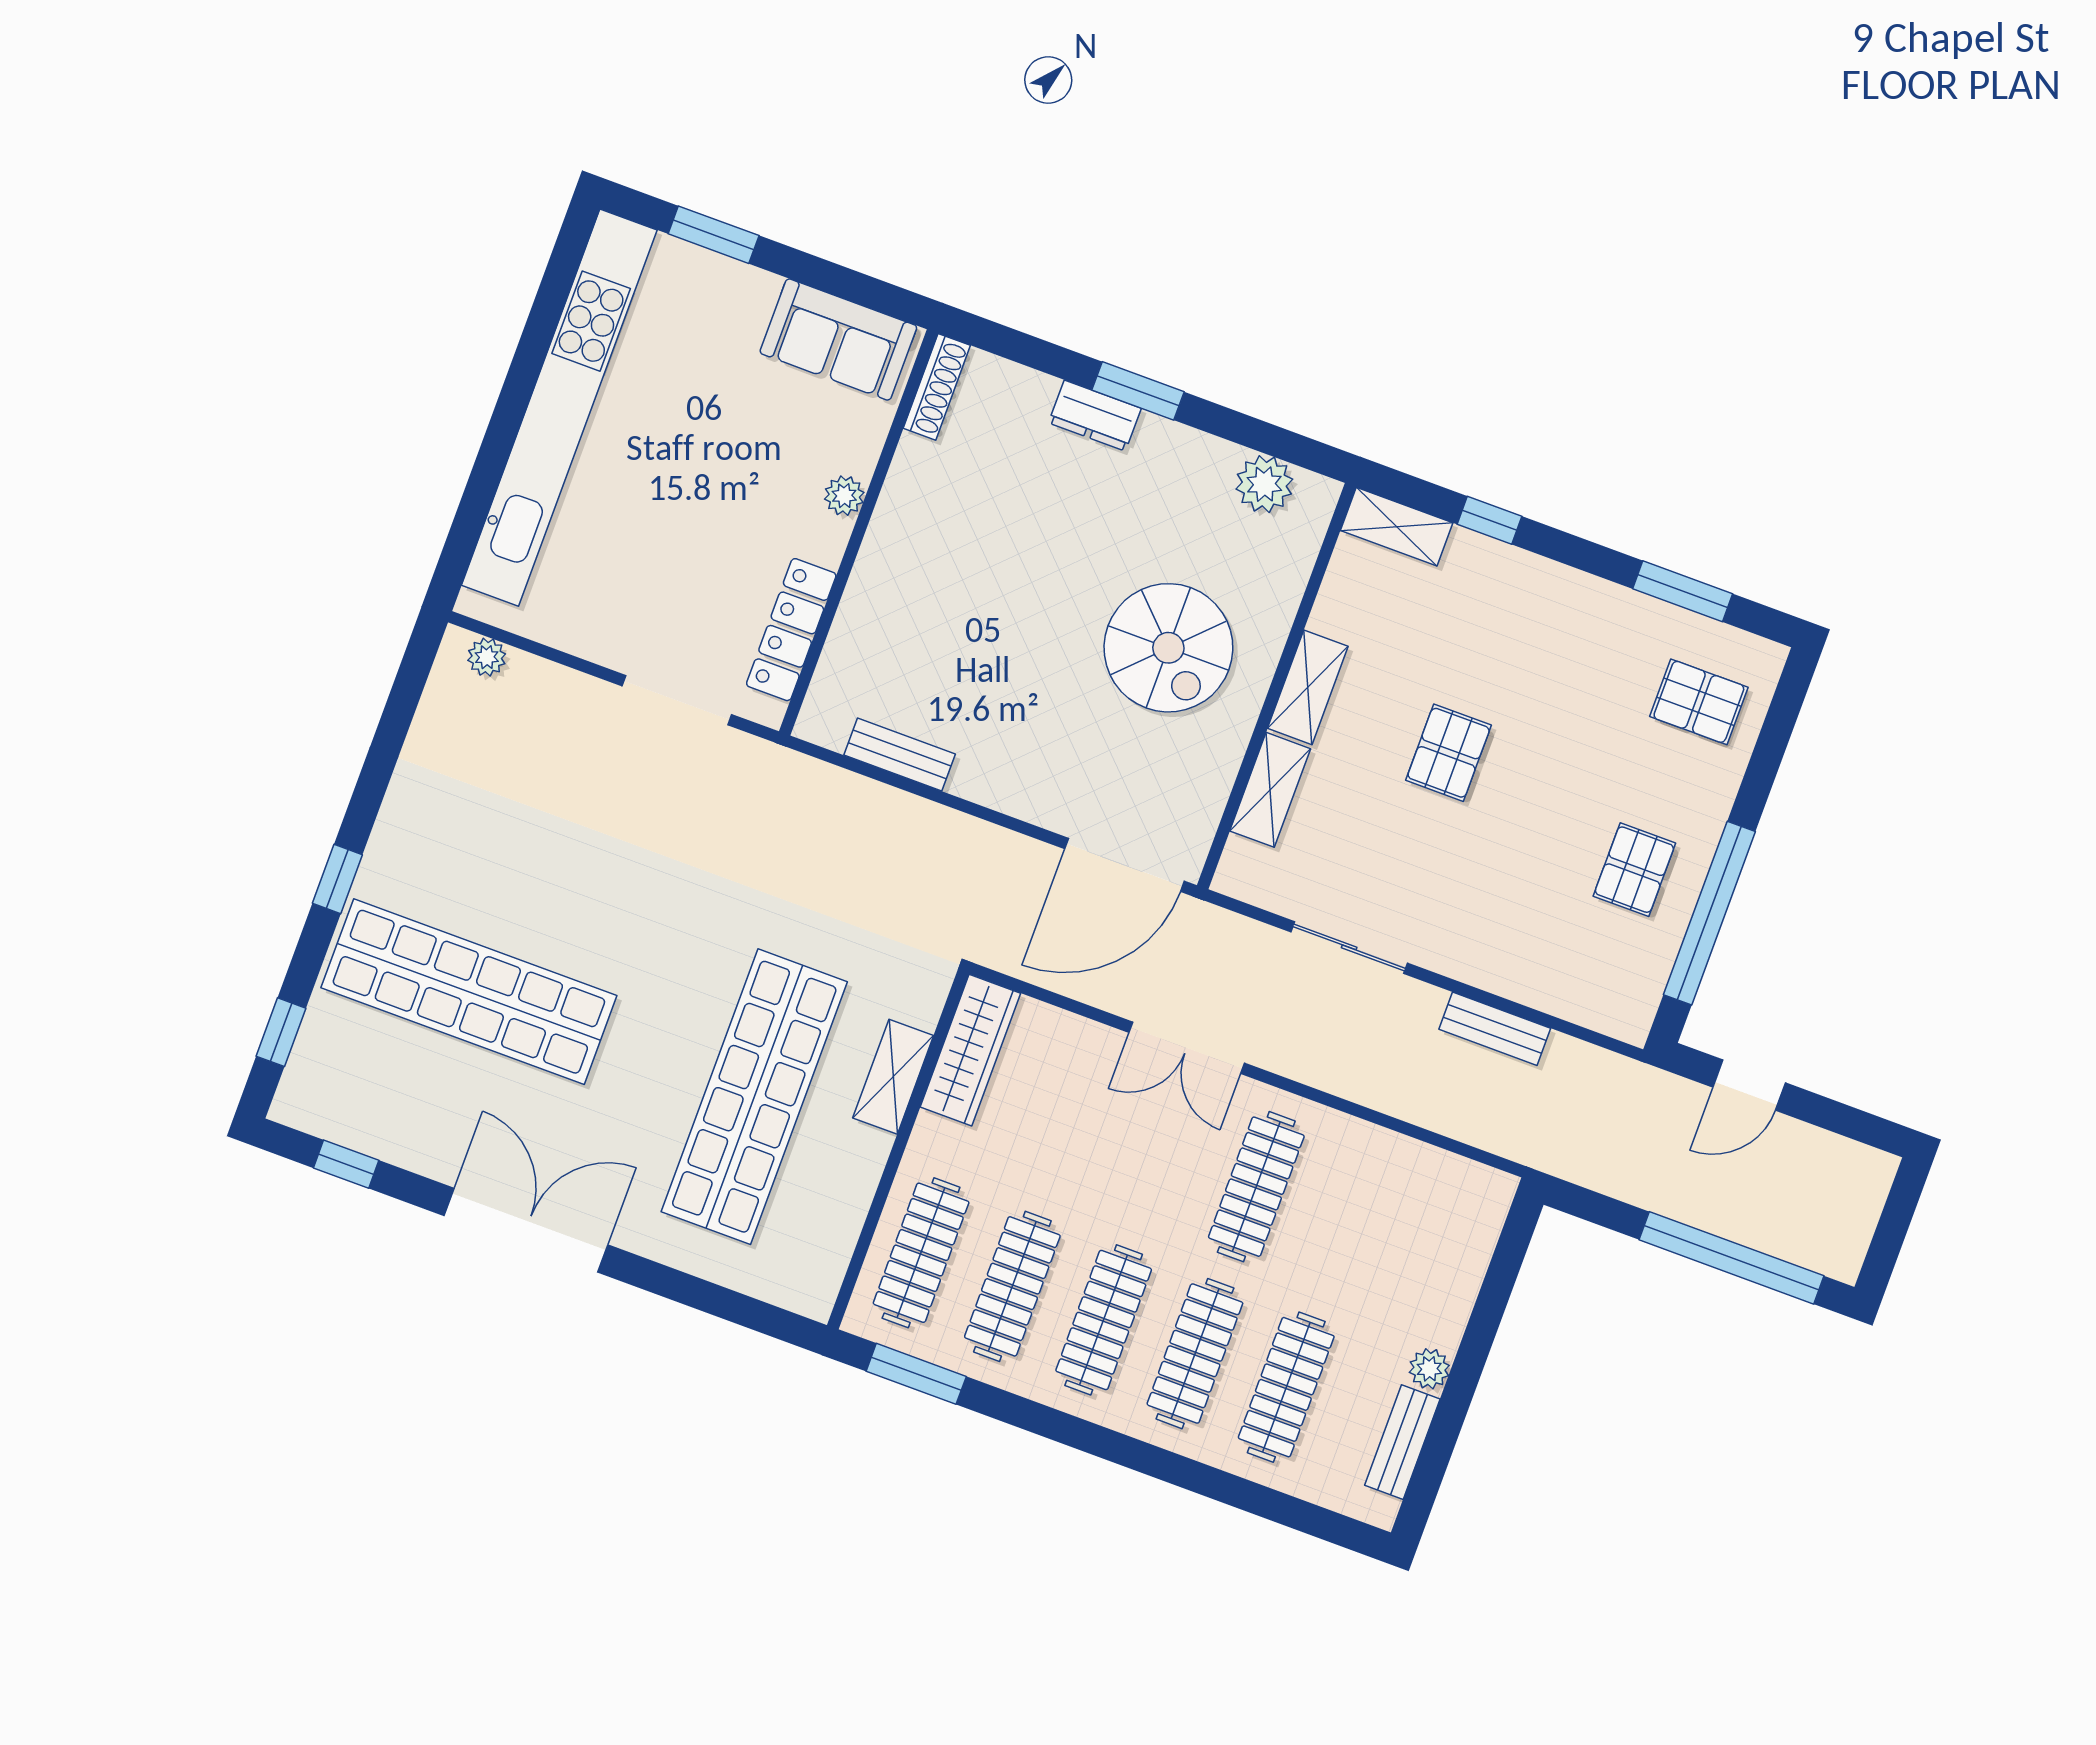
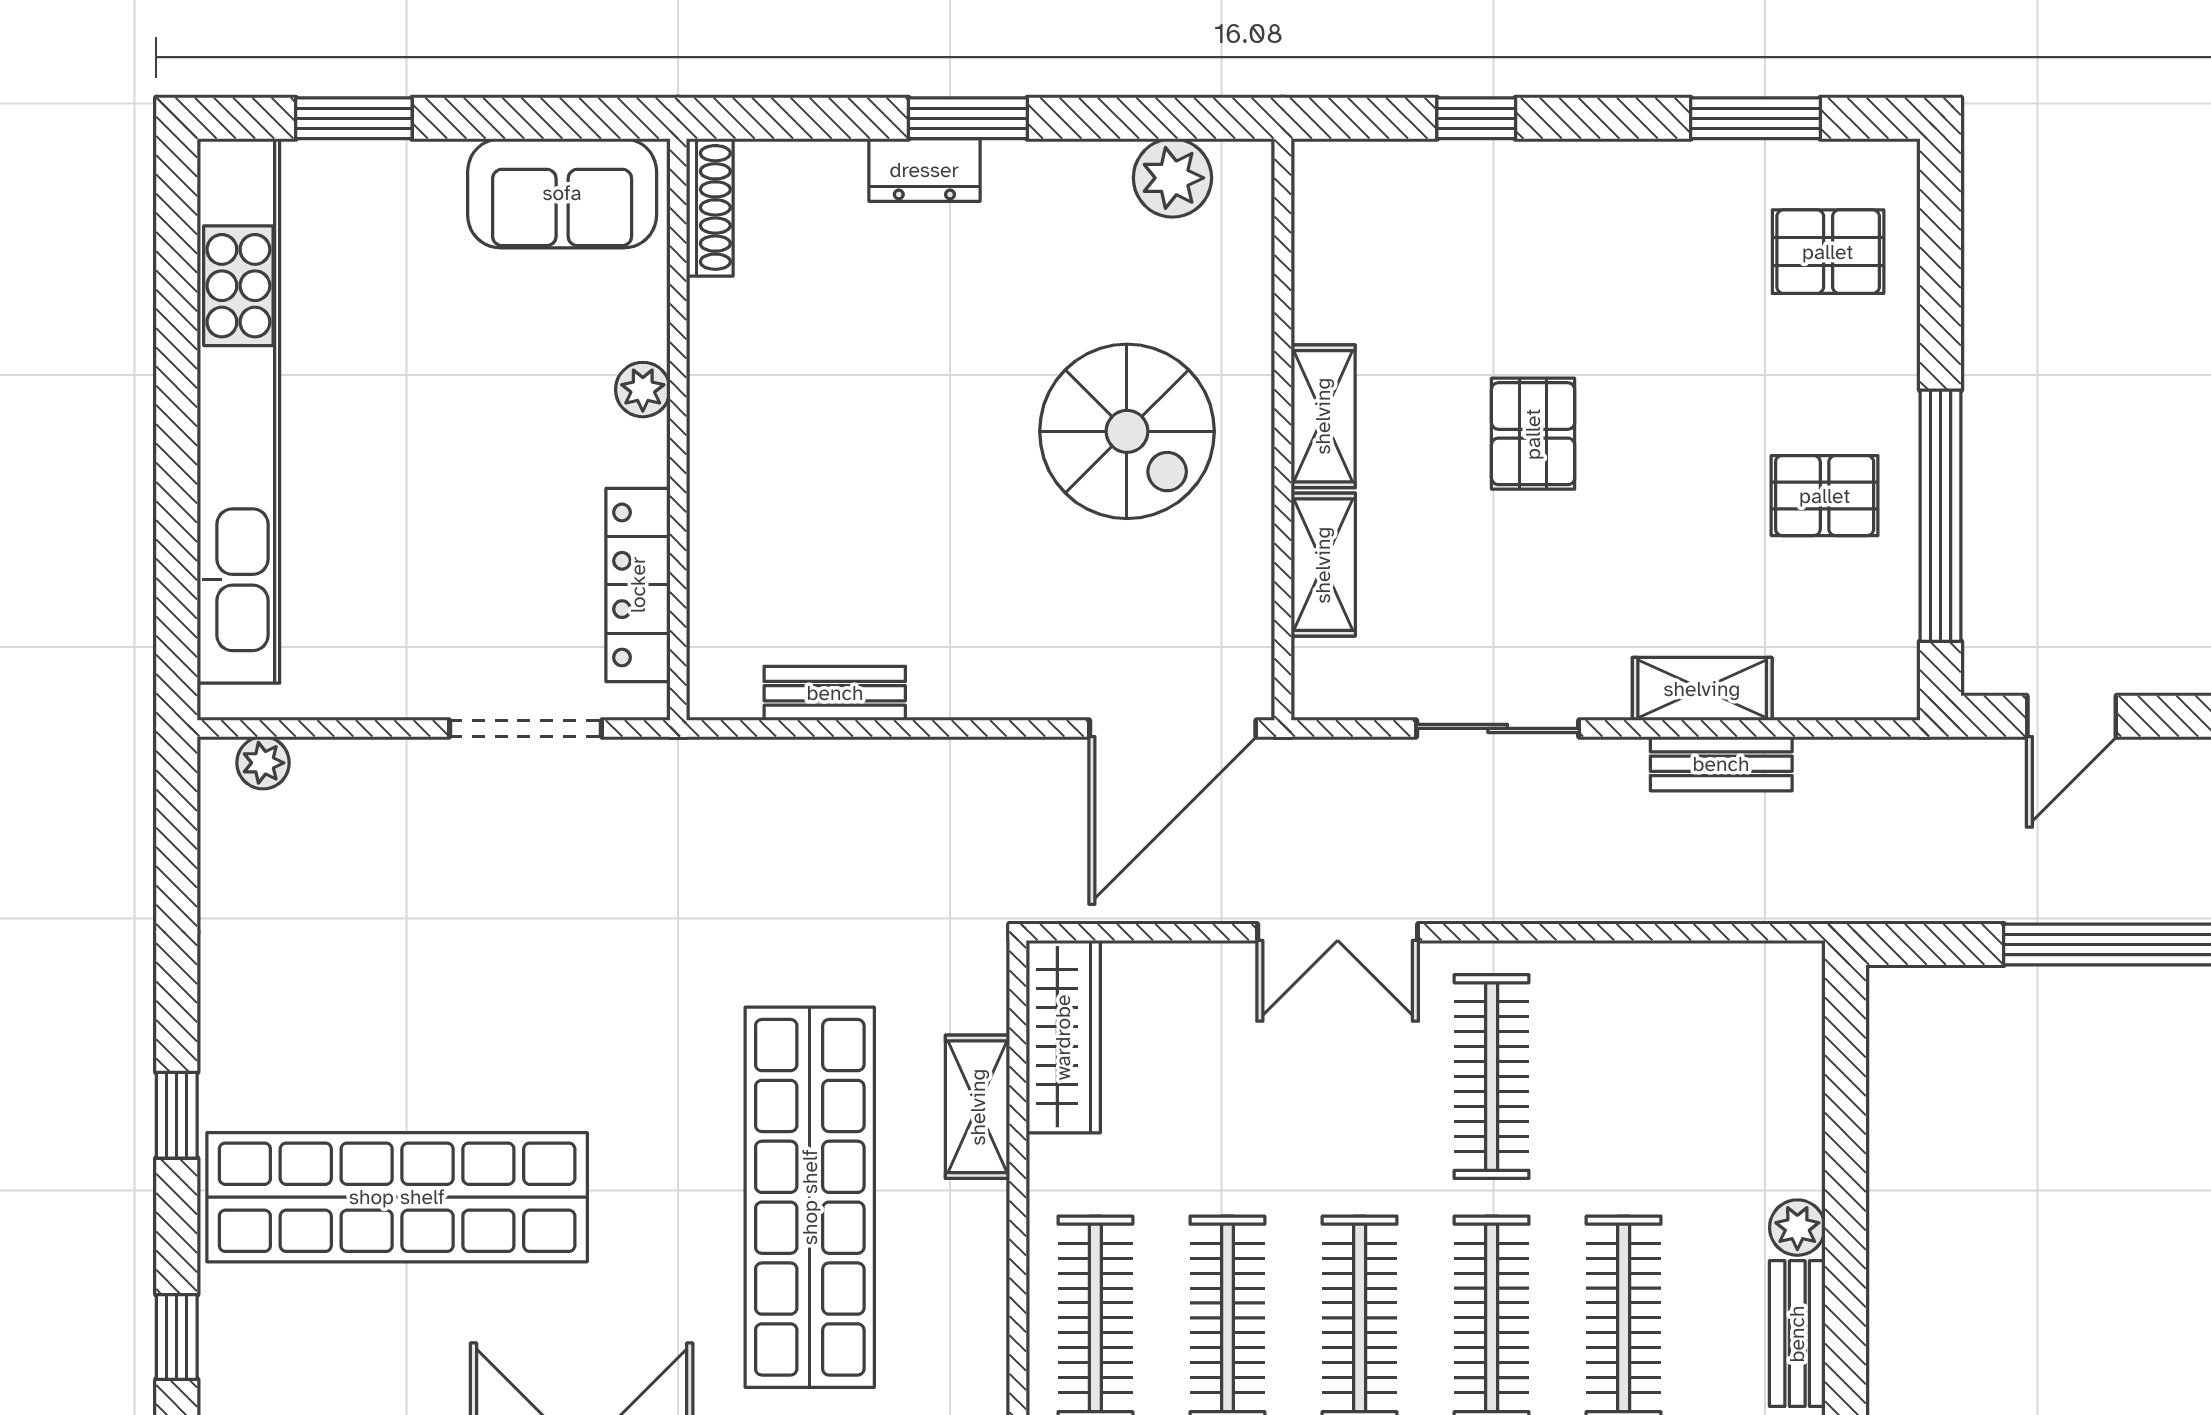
shelving: (1397, 527) -> (1702, 689), moved
pallet: (1634, 870) -> (1825, 496), turned 90

